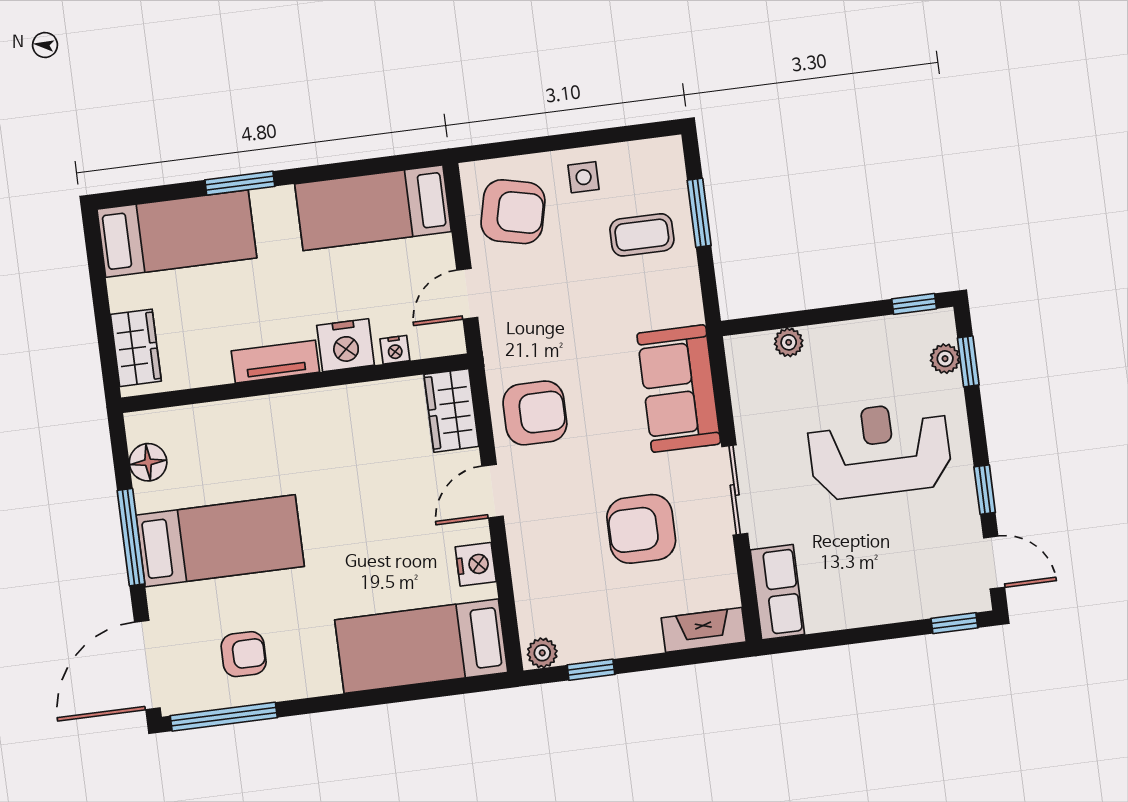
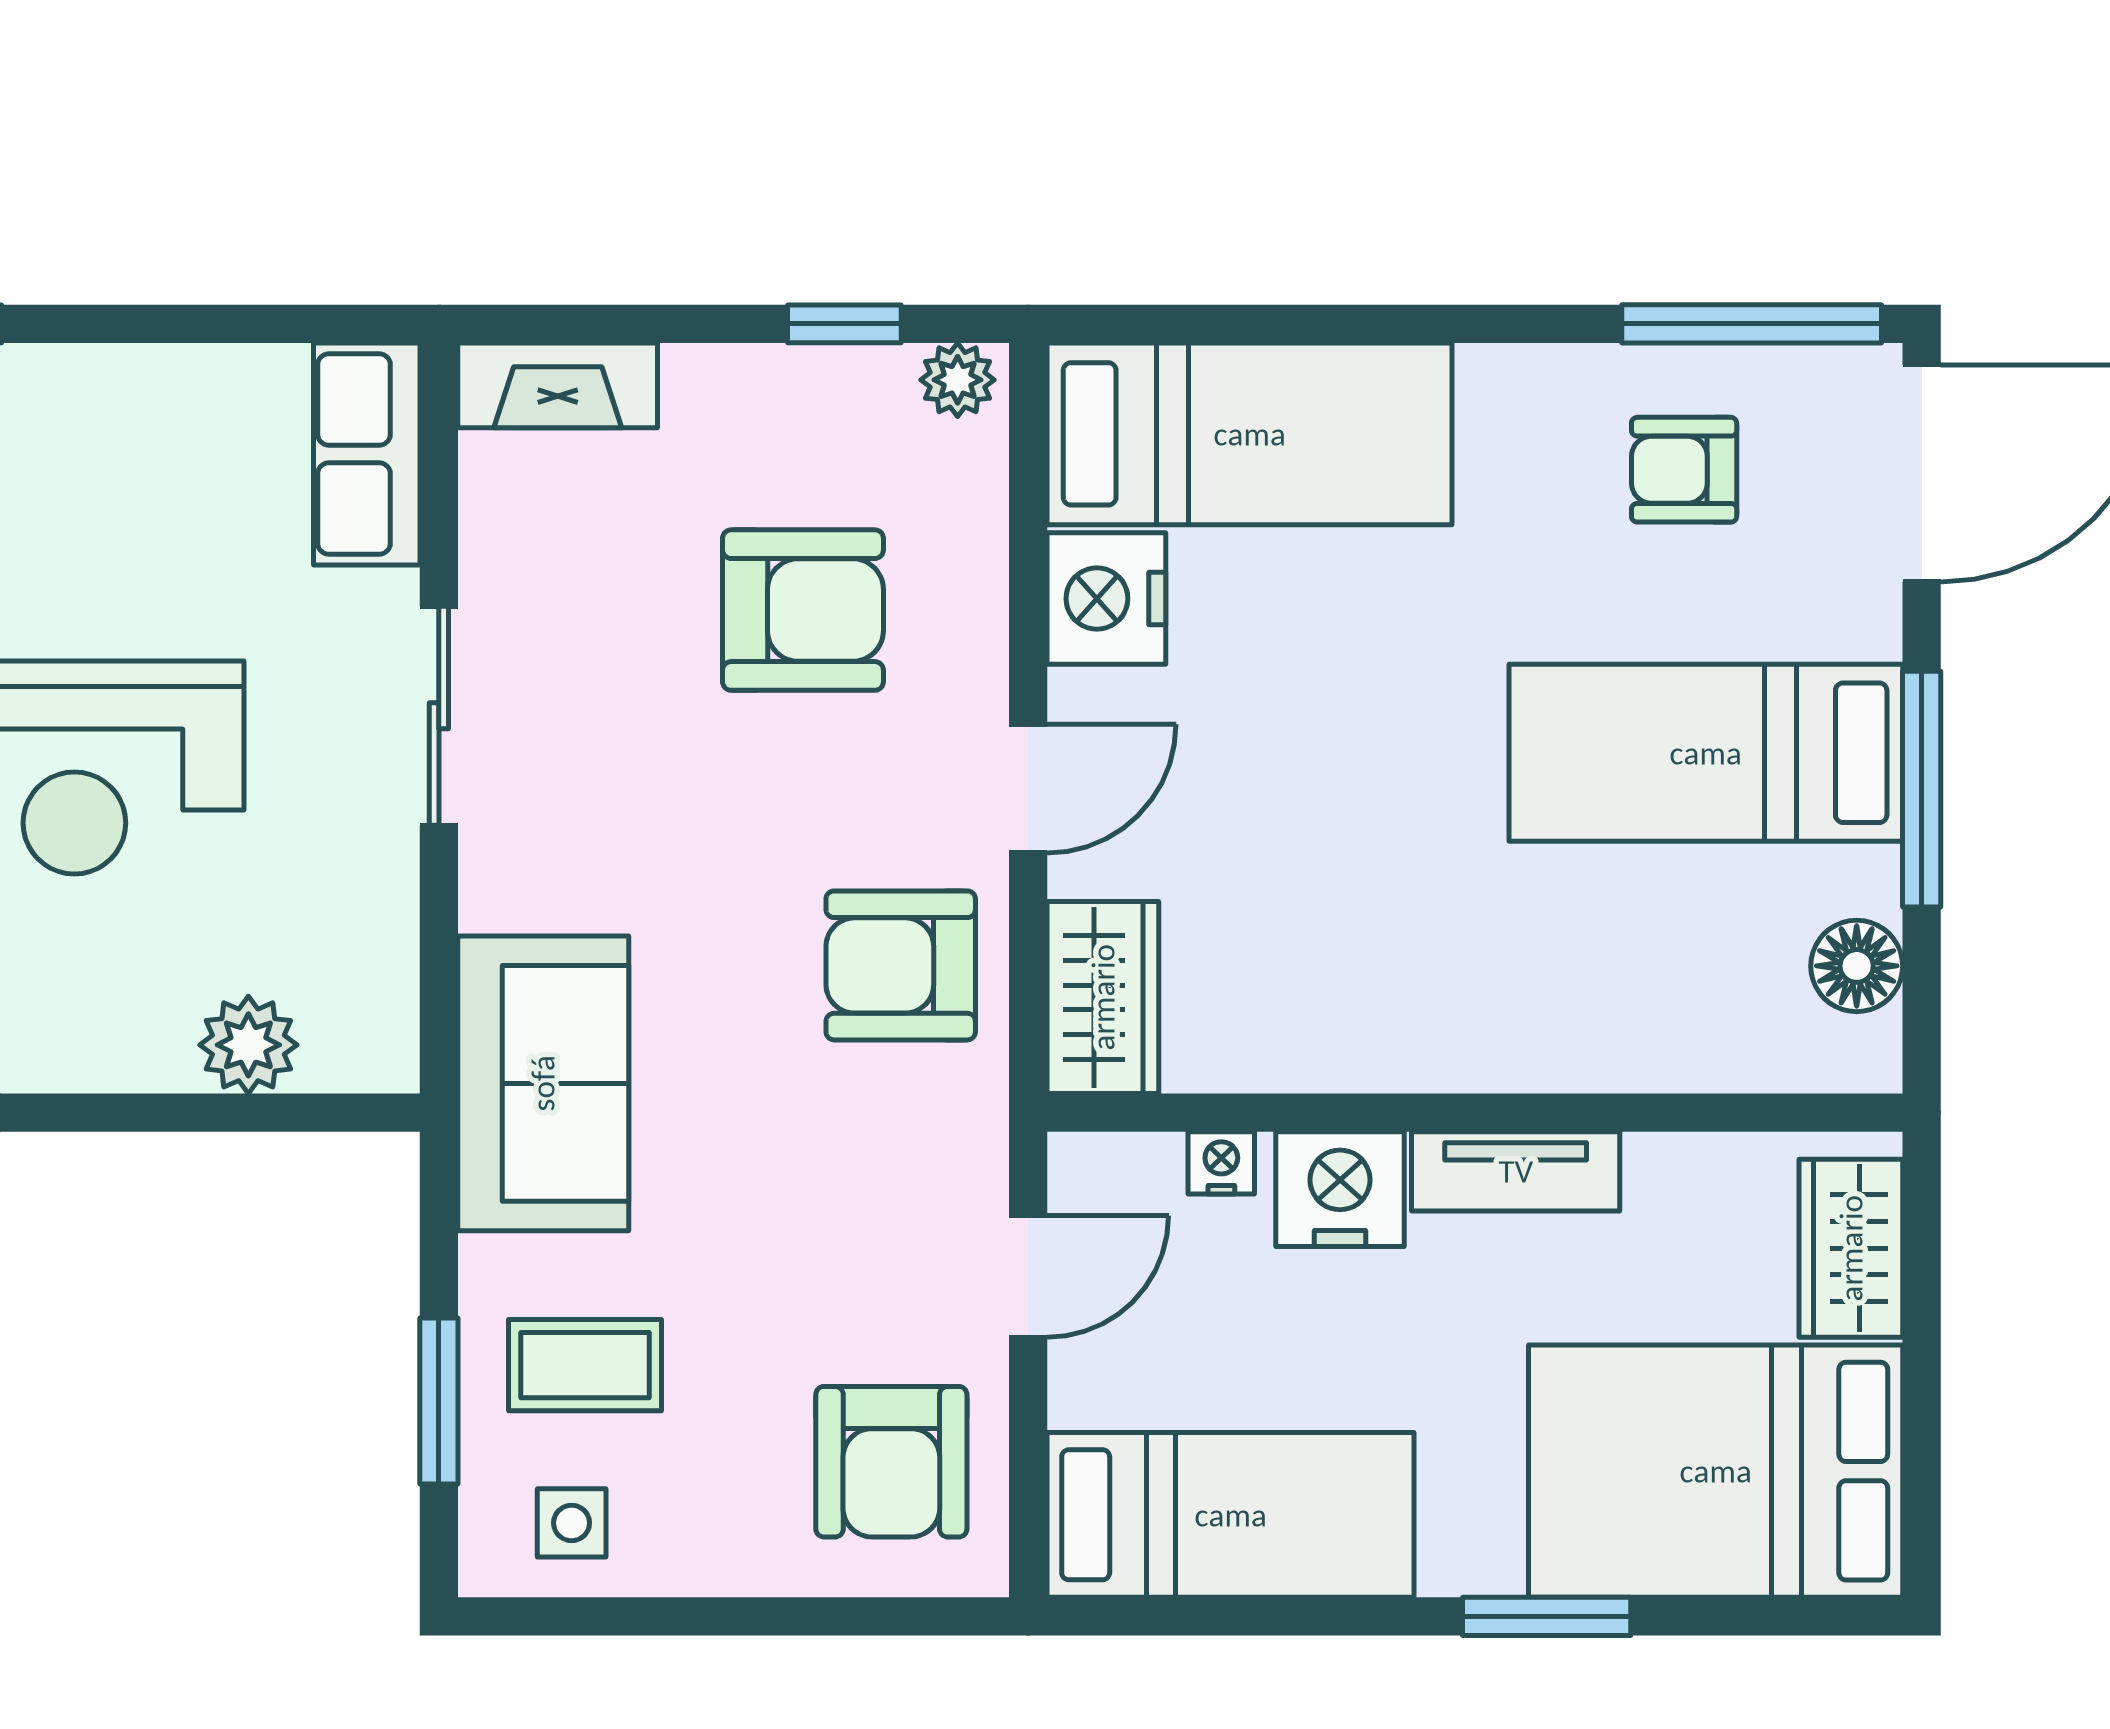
side table: (584, 177) -> (572, 1523), moved
armchair: (513, 212) -> (891, 1462), turned -103
bed: (177, 234) -> (1716, 1471), width x1.50
plant: (789, 342) -> (248, 1045), width x1.38, depth x1.38
sofa: (679, 389) -> (543, 1083), moved
armchair: (641, 529) -> (803, 610), moved
nightstand: (476, 564) -> (1106, 599), width x1.36, depth x1.33

